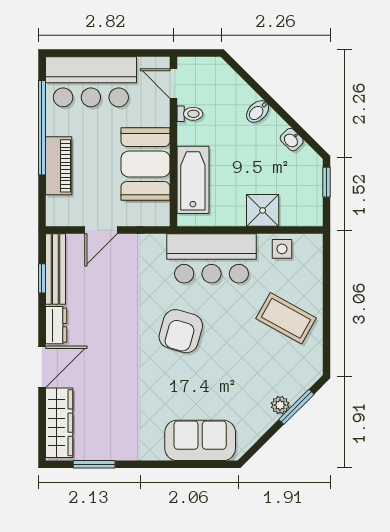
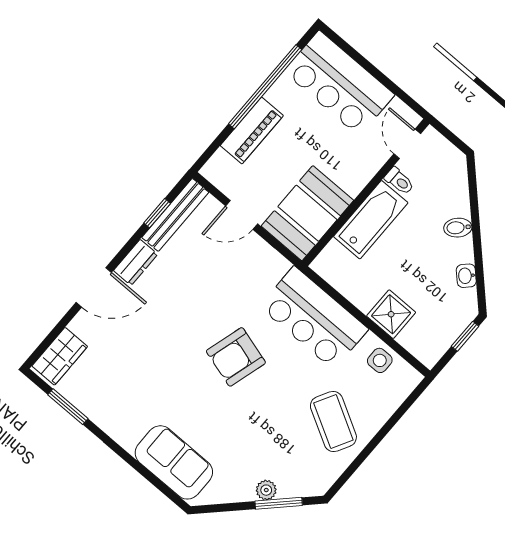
booth: (145, 164) -> (307, 213), moved
bathtub: (193, 180) -> (371, 220), moved
wardrobe: (59, 423) -> (60, 356), width x0.67

